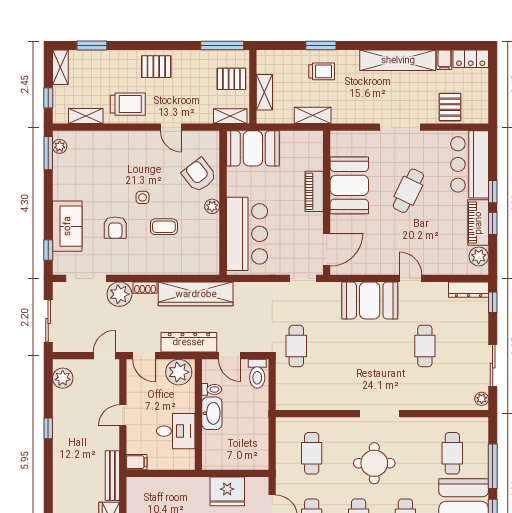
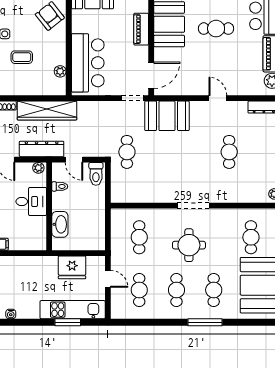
cafe table: (408, 191) -> (216, 29), turned 64
plant: (212, 206) -> (60, 71), moved
booth: (370, 301) -> (167, 116), moved
plant: (179, 372) -> (38, 168), width x0.53, depth x0.53
washbasin: (212, 413) -> (60, 224), moved
desk: (176, 431) -> (31, 201), moved

